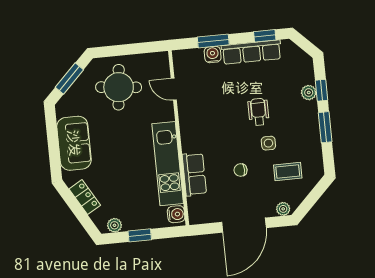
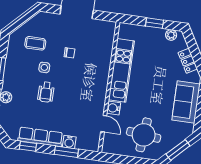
row of seats: (194, 174) -> (104, 58), removed
plant: (283, 209) -> (45, 17), removed
water cooler: (176, 214) -> (114, 108), moved

